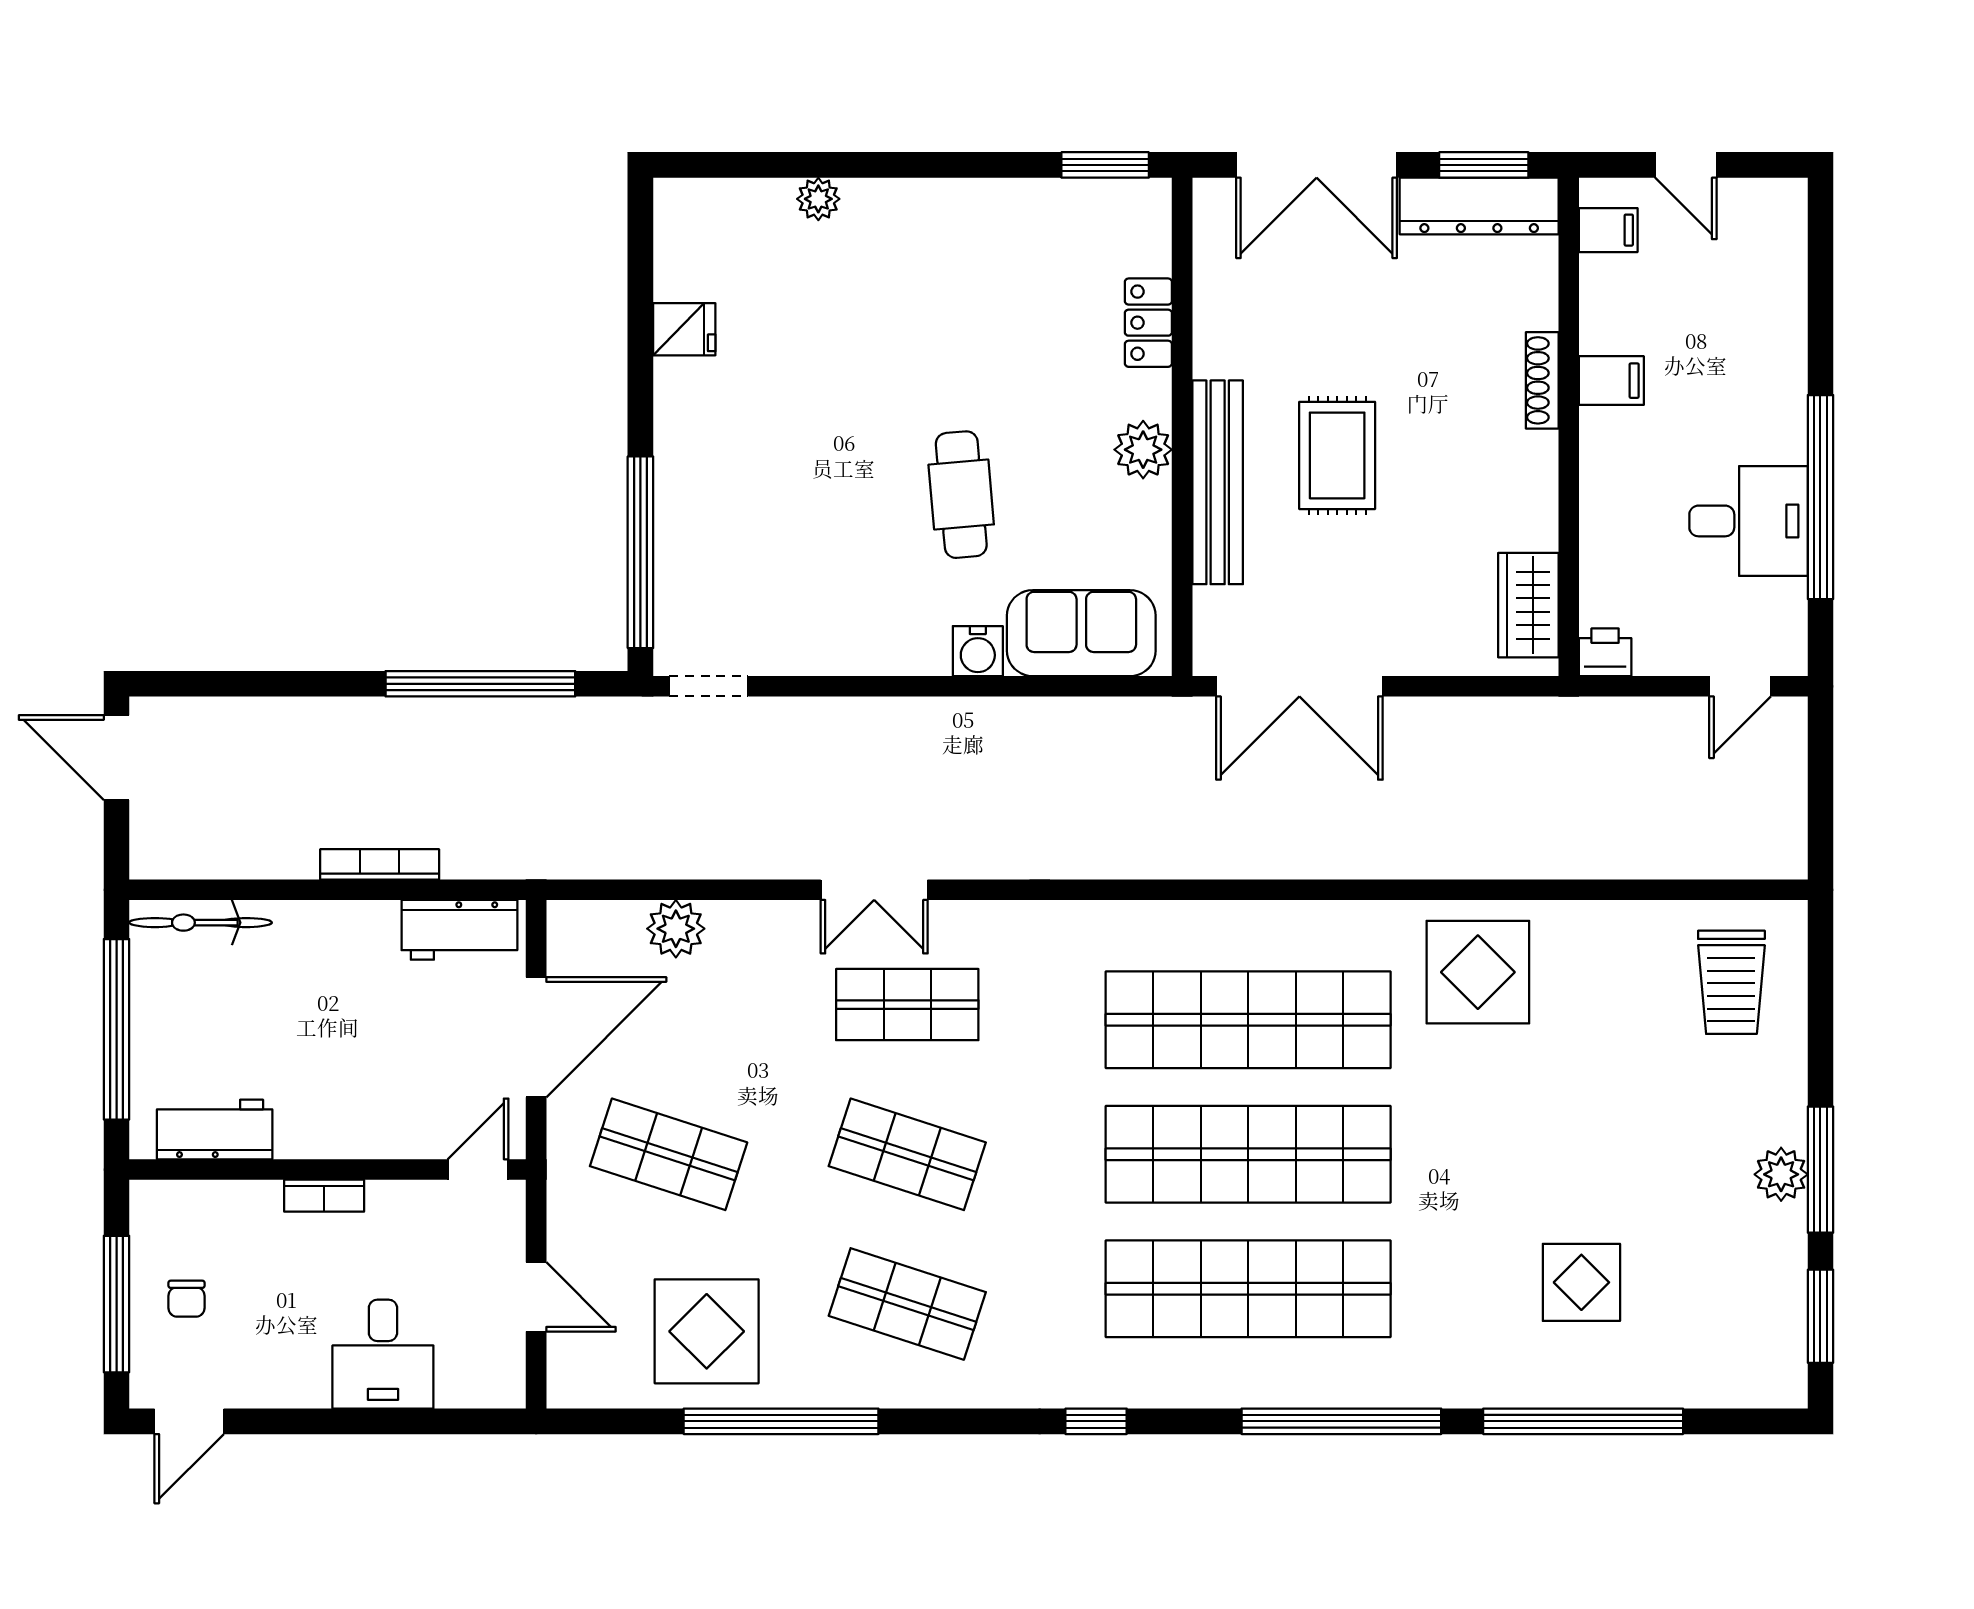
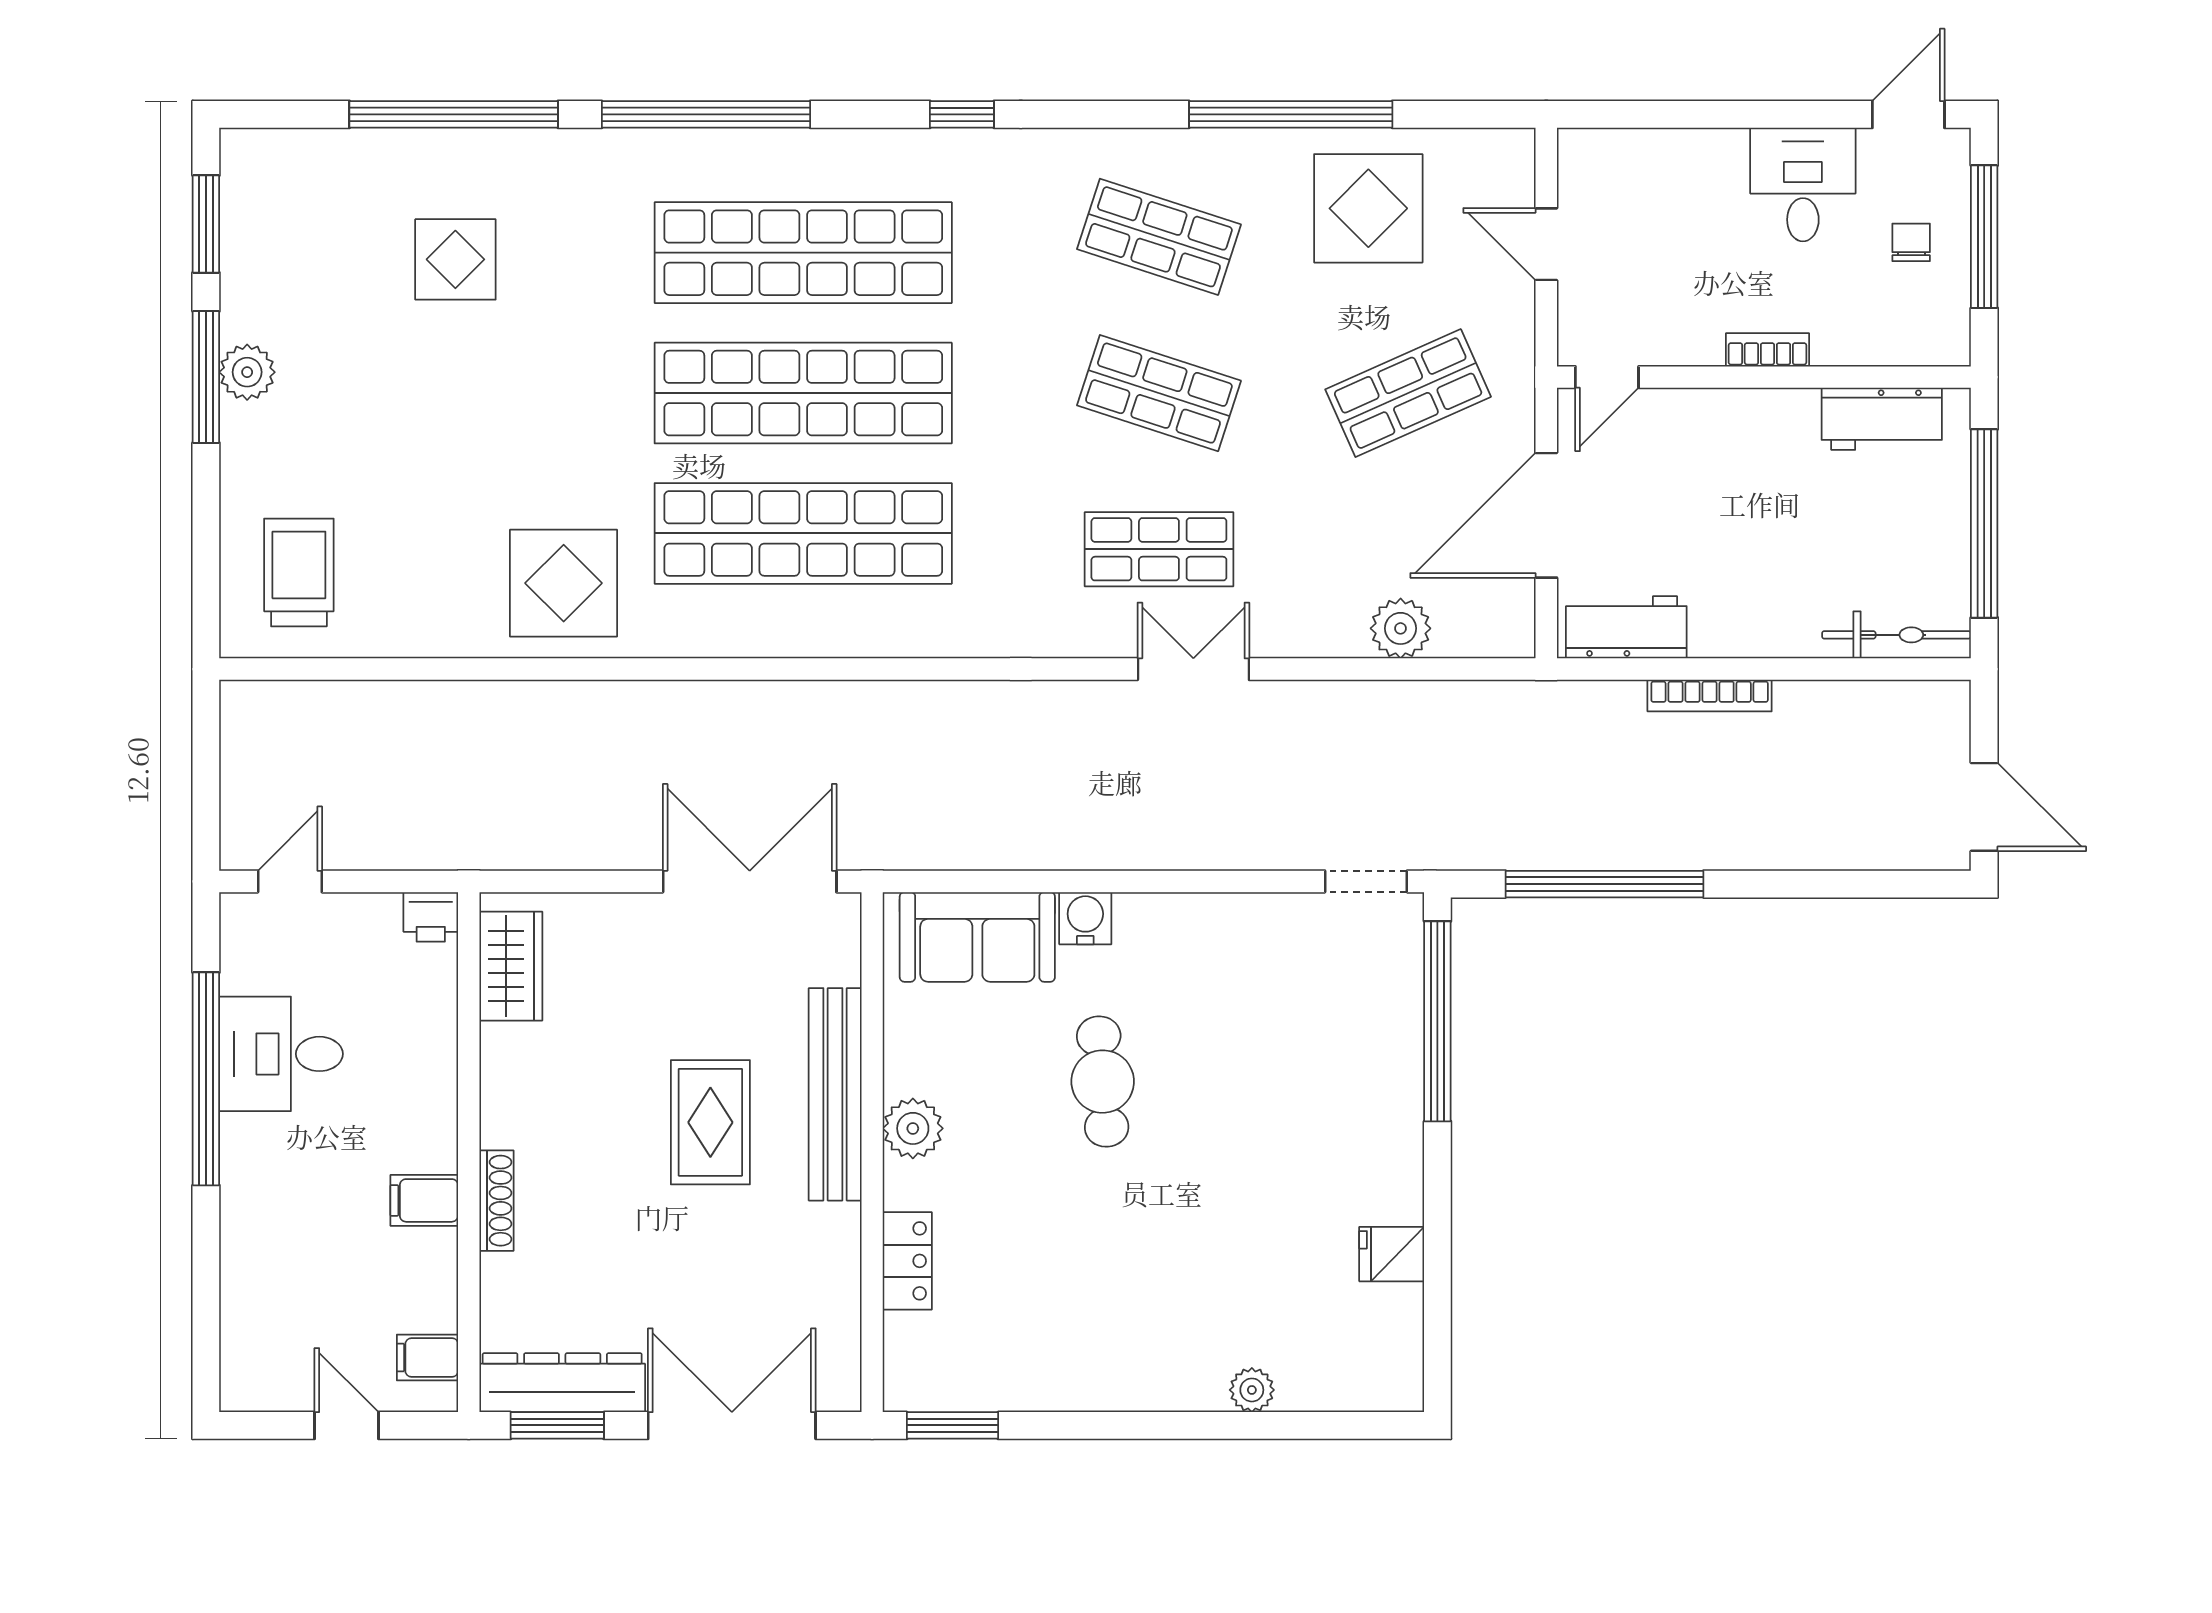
shop shelf: (669, 1154) -> (1408, 393), turned -42
desk: (383, 1354) -> (1803, 184), moved

